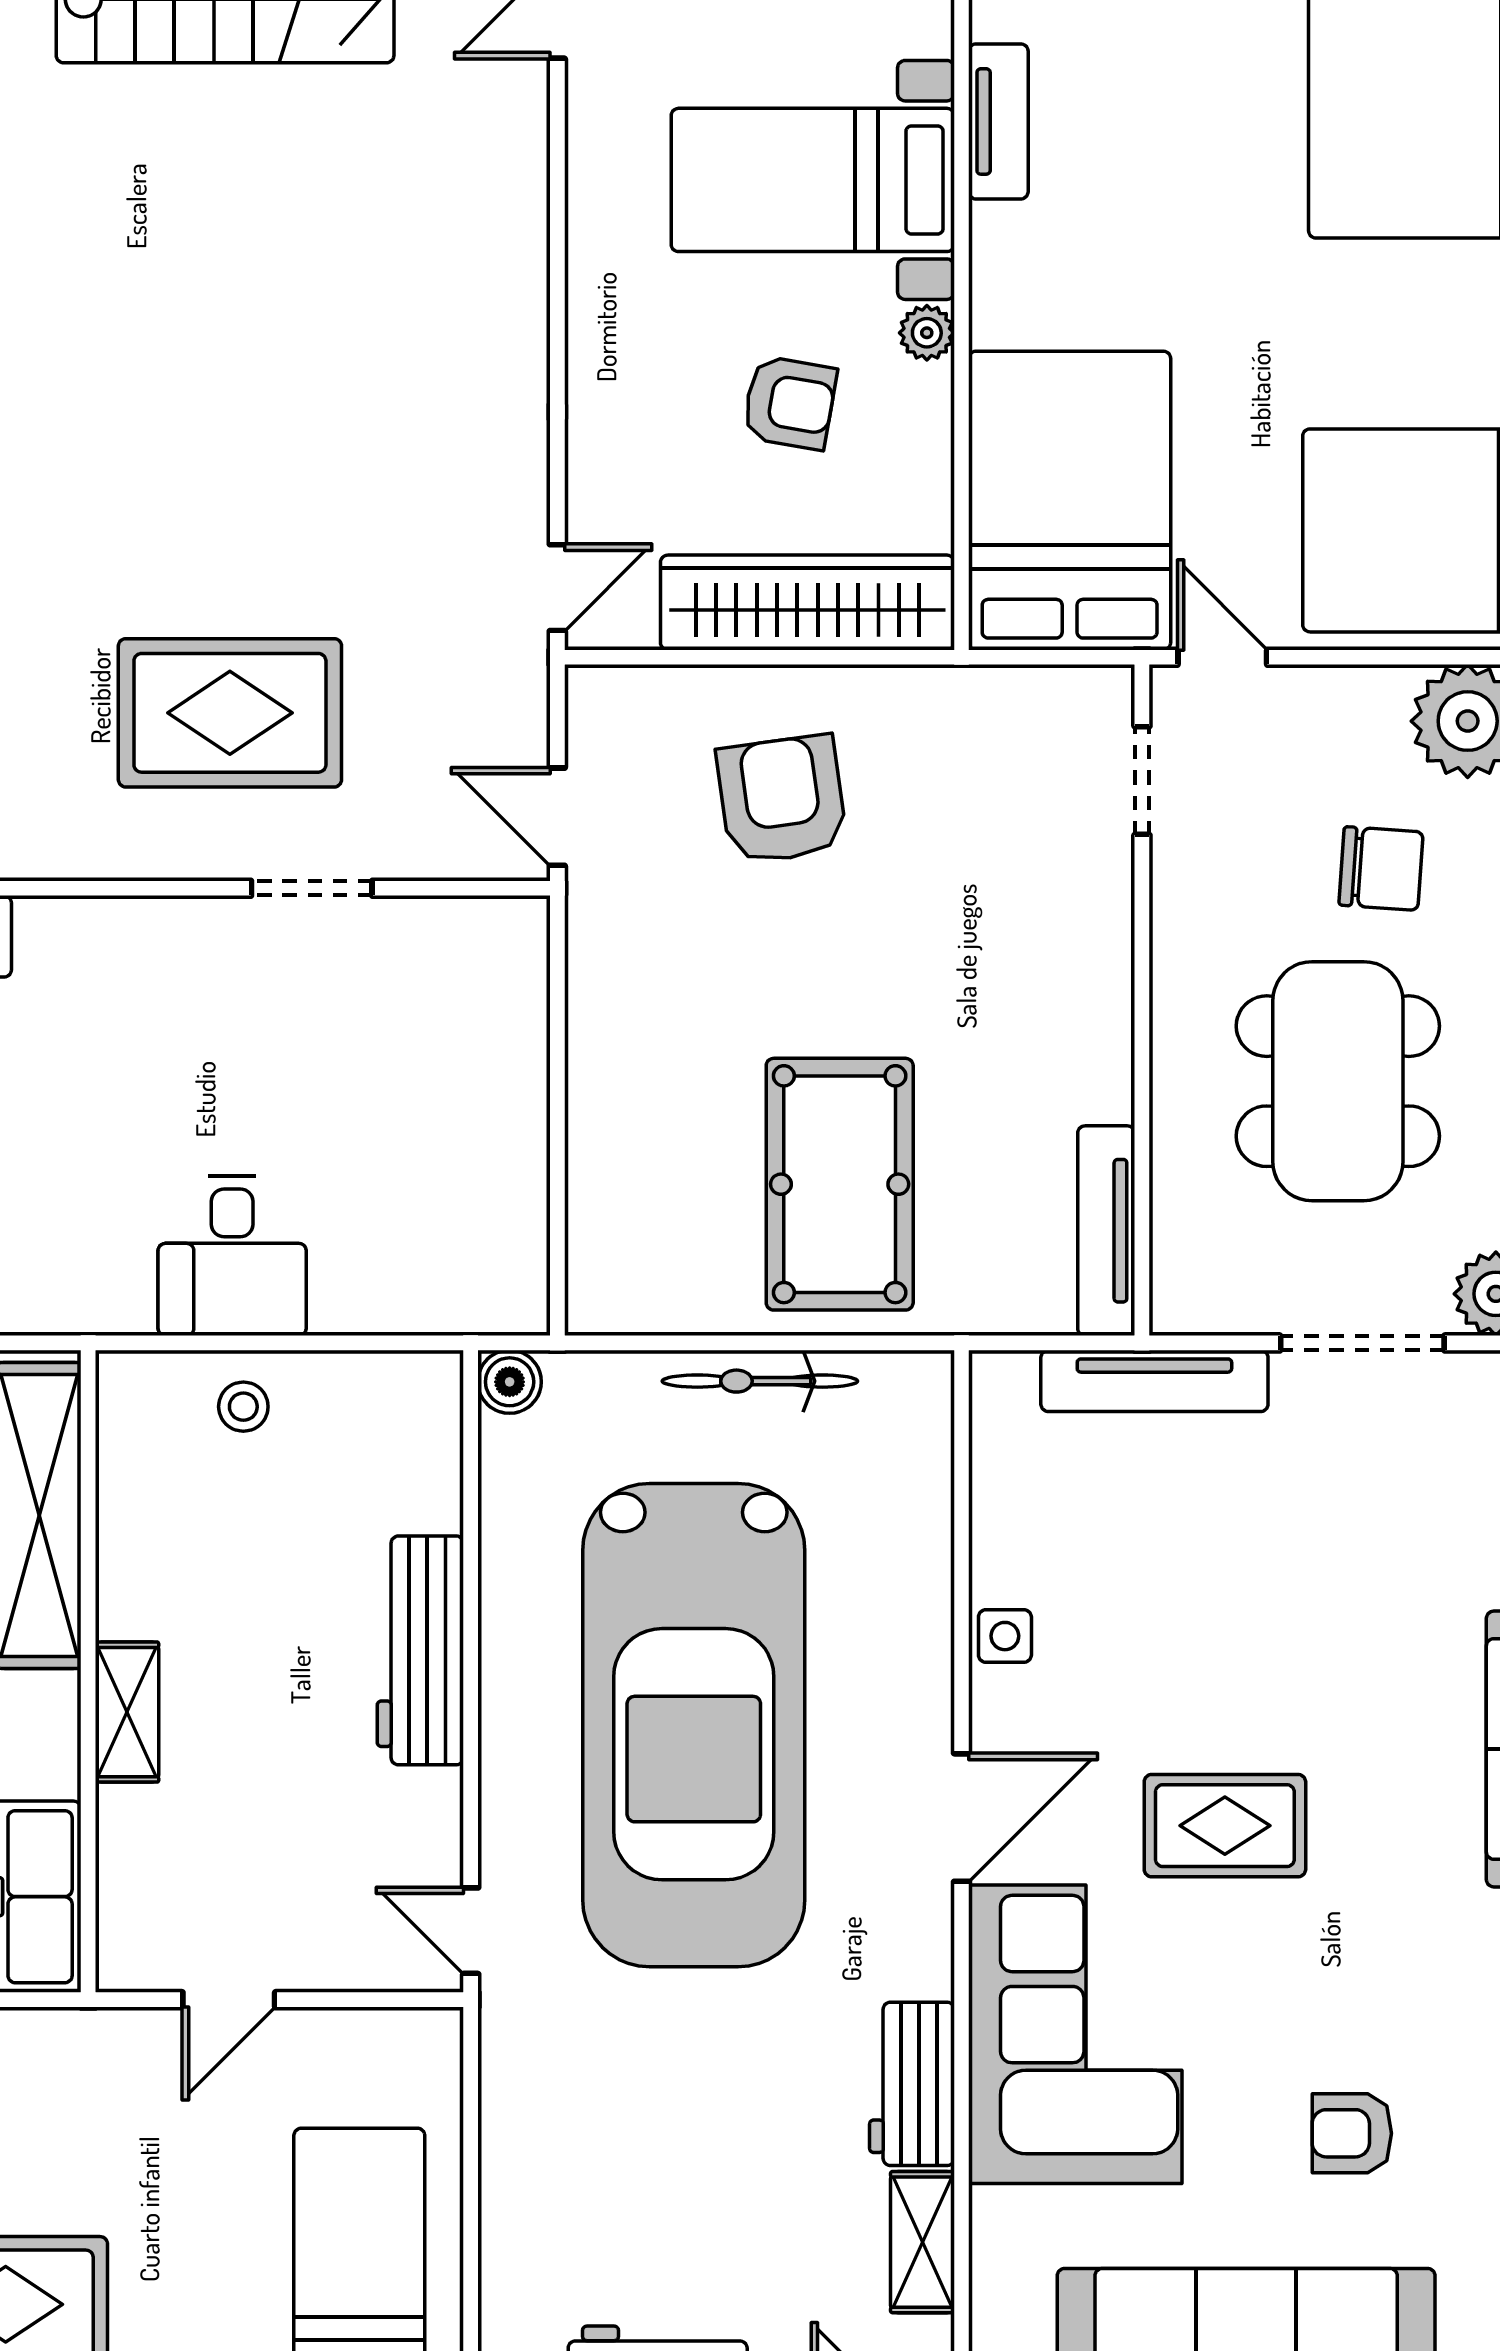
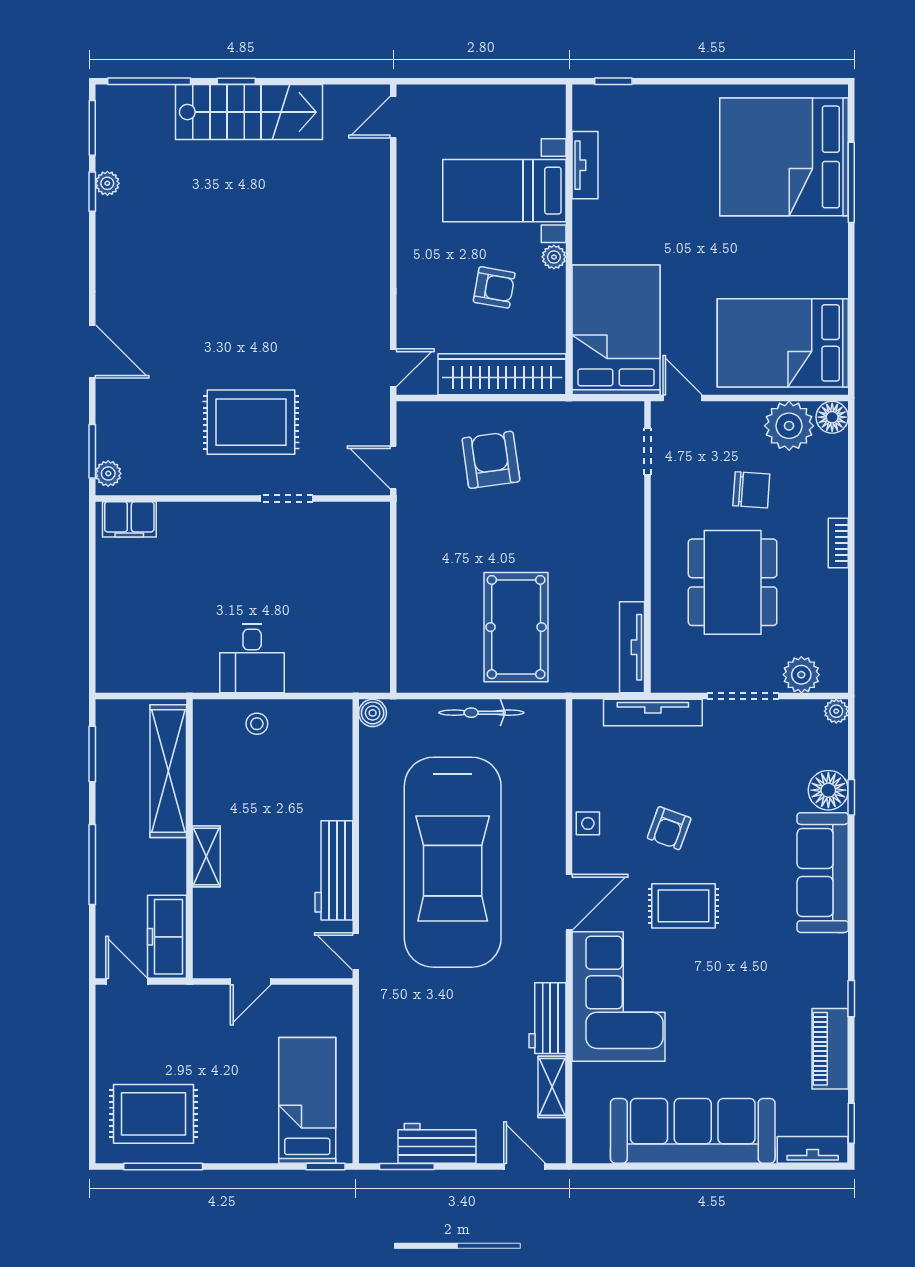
workbench: (420, 1650) -> (334, 870), moved
armchair: (1352, 2133) -> (669, 828), moved, turned -70

